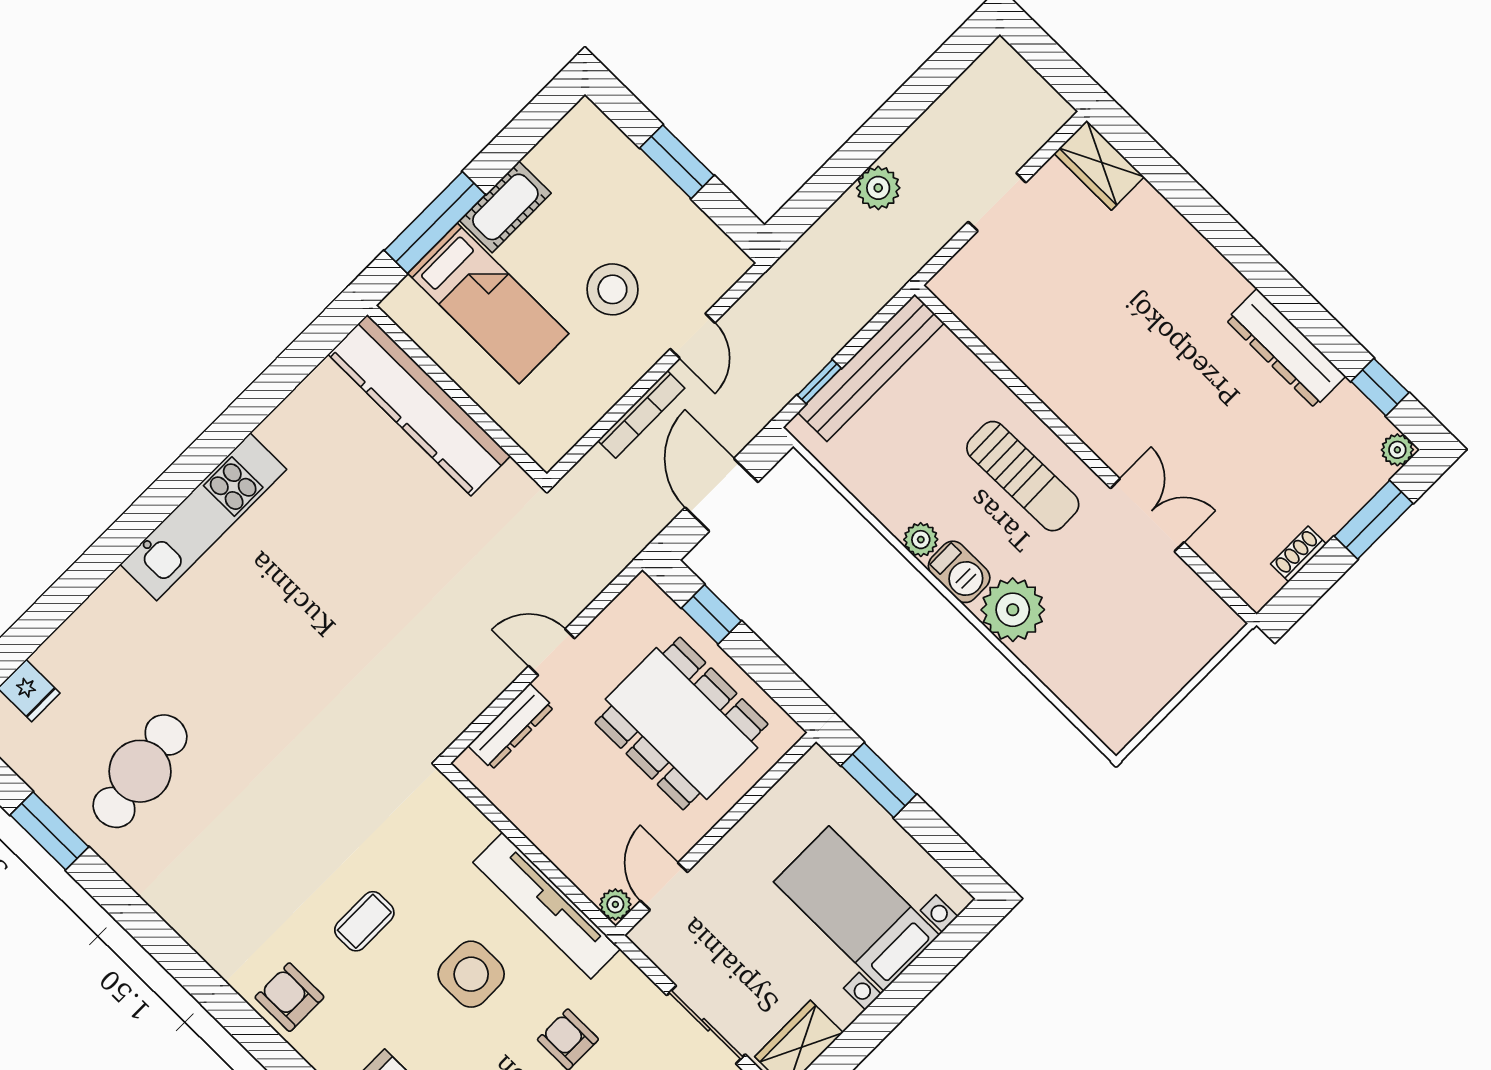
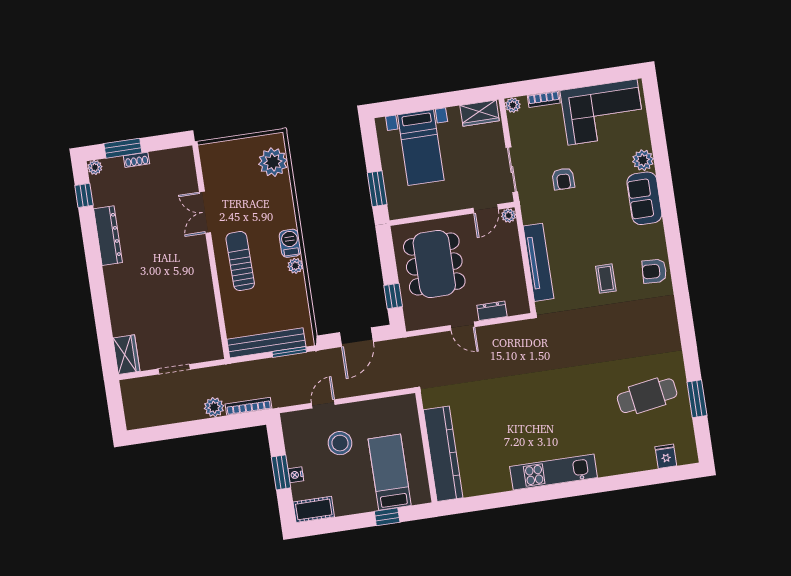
nightstand: (648, 177) -> (296, 475), added
cot: (505, 207) -> (314, 509), moved
window: (435, 223) -> (387, 517), width x0.46
window: (819, 382) -> (289, 352), width x1.50
bookcase: (641, 414) -> (249, 406), moved
shoe rack: (1298, 554) -> (136, 160), moved
plant: (1013, 610) -> (273, 162), moved
dresser: (511, 726) -> (492, 311), width x0.70
tv unit: (547, 906) -> (538, 262), moved
coffee table: (364, 921) -> (606, 279), turned 90
side table: (471, 974) -> (581, 230), removed
armchair: (289, 997) -> (654, 271), turned 93
sliding door: (706, 1025) -> (512, 170), moved

